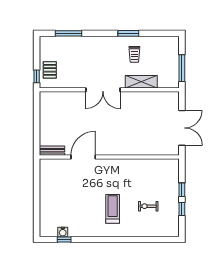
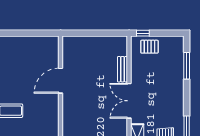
bench: (52, 151) -> (123, 69), moved
door: (83, 157) -> (61, 81), swing flipped

